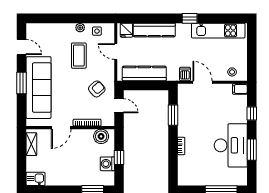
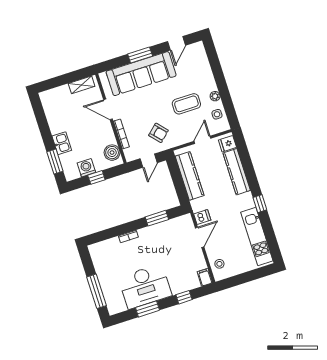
kitchen sink: (36, 179) -> (62, 143), moved

